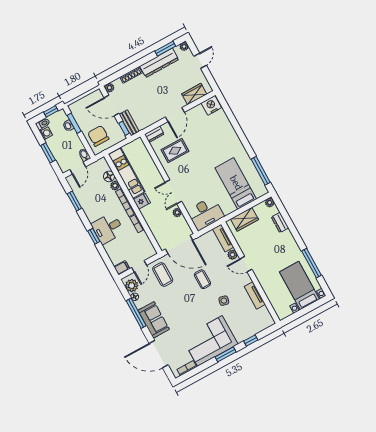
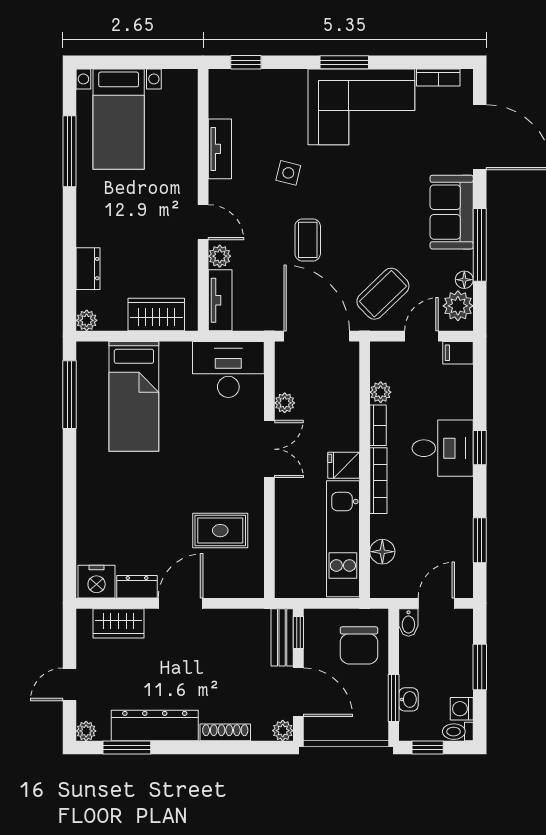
dresser: (154, 134) -> (137, 587), moved
plant: (115, 186) -> (381, 392), moved
coffee table: (163, 275) -> (383, 294), turned 46
window: (251, 341) -> (246, 62), moved

